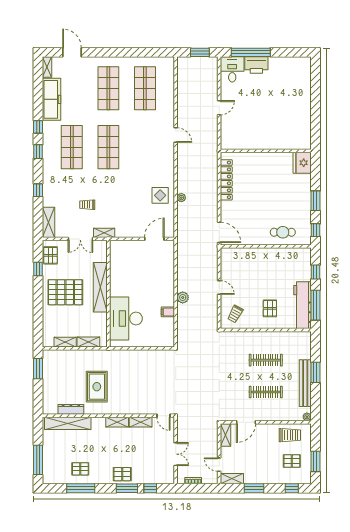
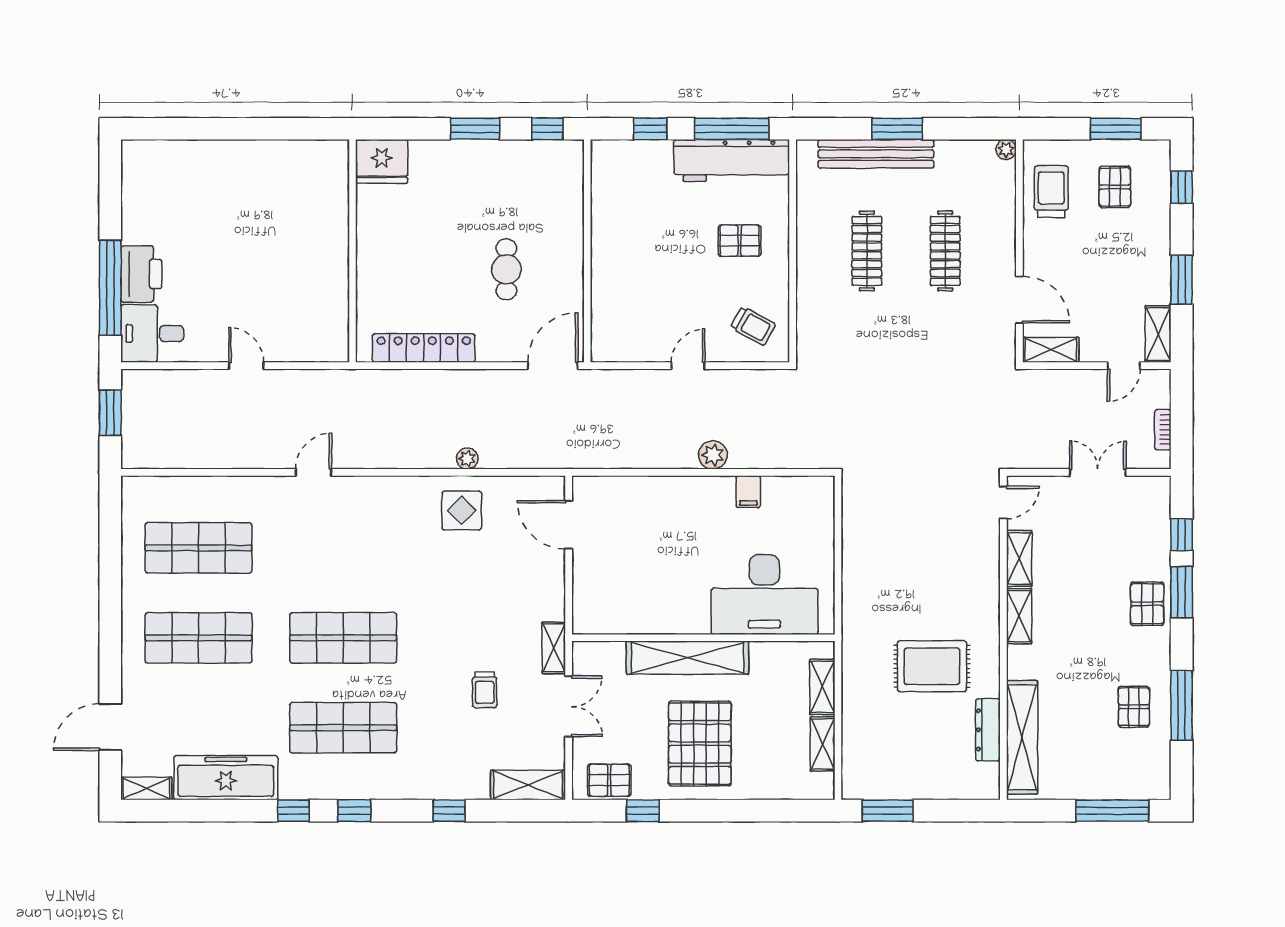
cafe table: (283, 232) -> (506, 269), moved
bench: (305, 383) -> (876, 154), moved

